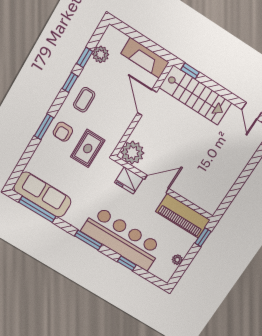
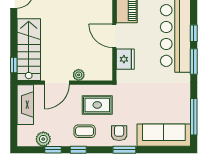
armchair: (63, 132) -> (119, 133), turned -90
rug: (88, 148) -> (97, 105), moved
plant: (132, 153) -> (79, 75), moved, width x0.53, depth x0.53
sofa: (42, 195) -> (164, 135), moved, turned 90
window: (127, 263) -> (194, 33), moved

